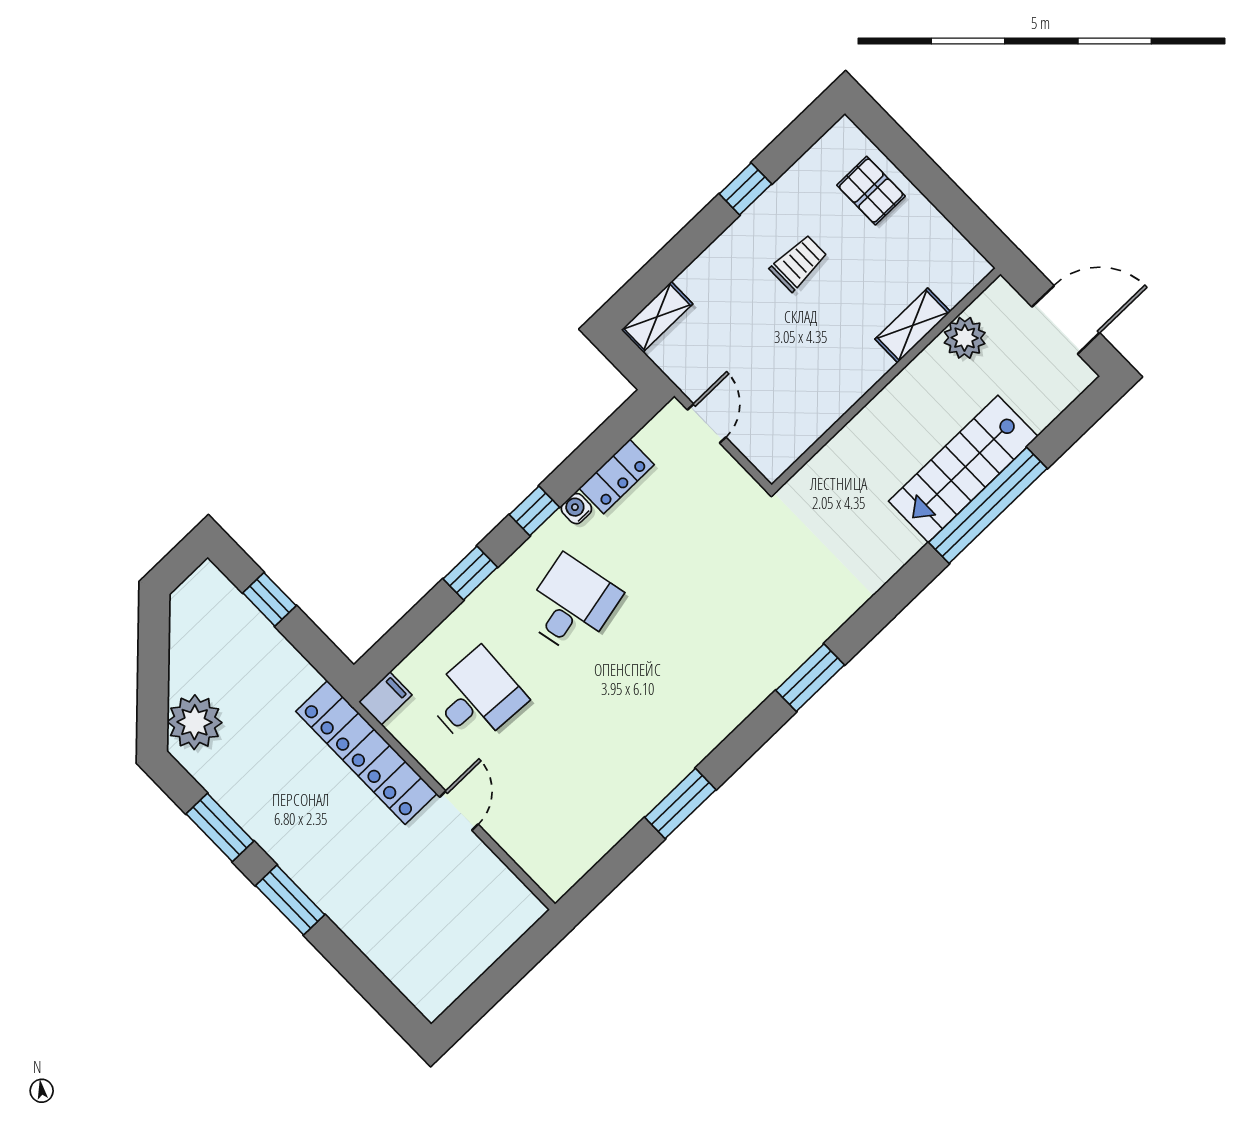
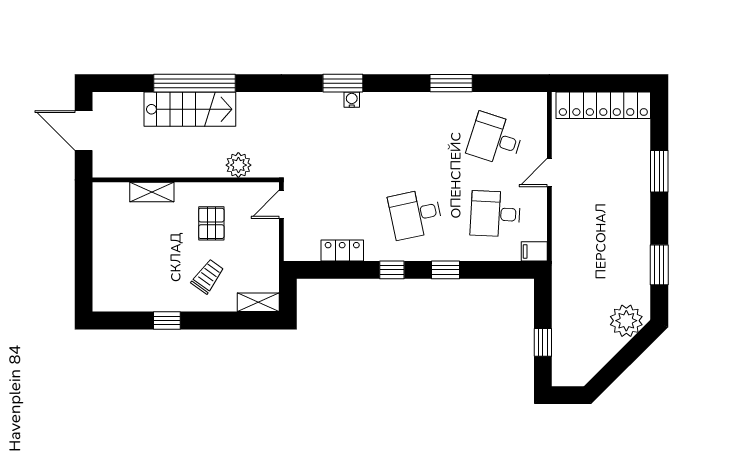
pallet: (871, 191) -> (211, 223), moved
trolley: (799, 263) -> (208, 276), moved, turned 126
plant: (965, 338) -> (238, 165), moved
door: (707, 423) -> (281, 204), moved
water cooler: (576, 509) -> (352, 100), moved, turned 180
locker: (366, 752) -> (603, 105), moved, turned 90
desk: (562, 788) -> (495, 139), added
window: (290, 900) -> (659, 171), moved

